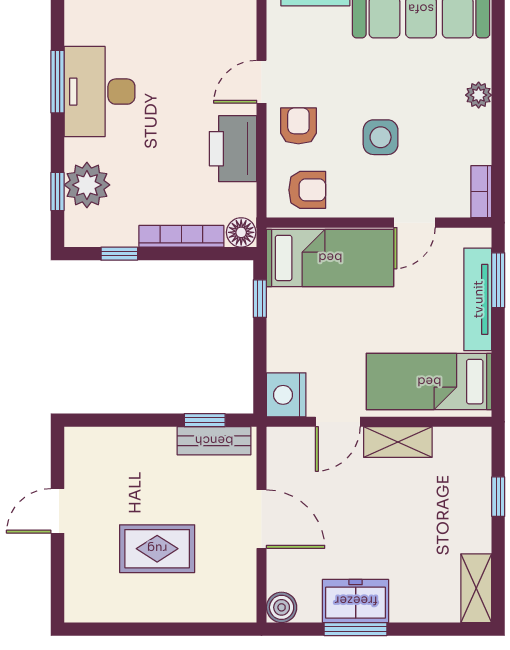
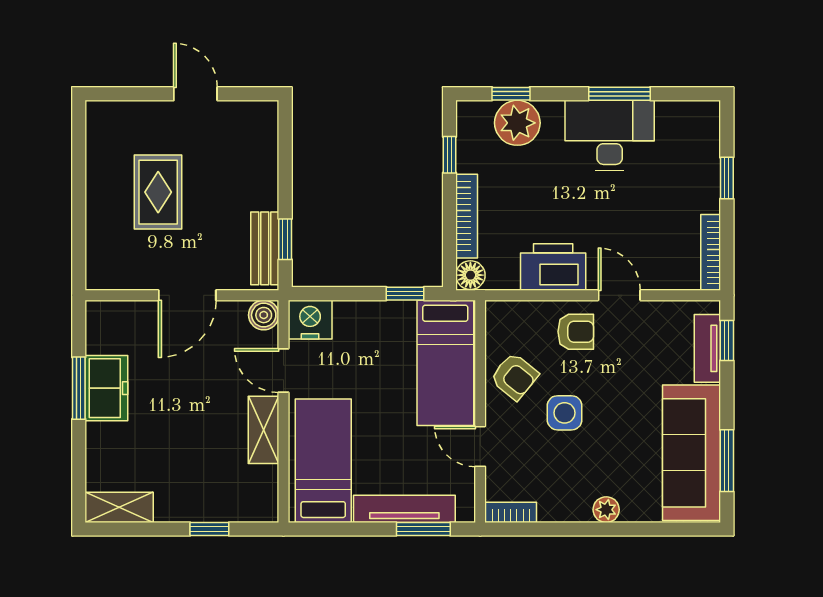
armchair: (307, 190) -> (514, 376), moved, turned -51
boiler: (282, 607) -> (264, 315), moved

